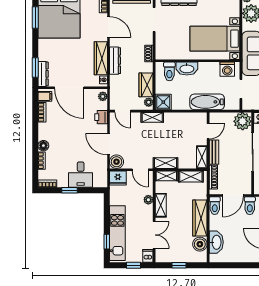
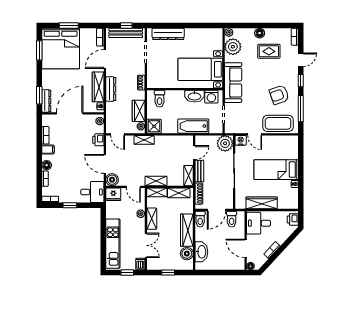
door: (108, 27) -> (105, 59), swing flipped
washbasin: (187, 69) -> (194, 96), moved
door: (69, 88) -> (70, 113), swing flipped
filing cabinet: (45, 96) -> (48, 150), moved
desk: (81, 175) -> (92, 192), moved, turned -90
window: (107, 242) -> (103, 251), removed

